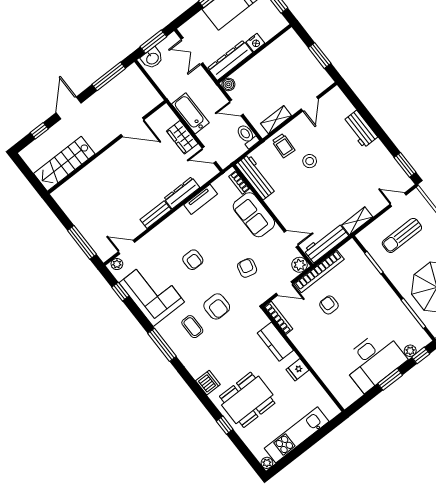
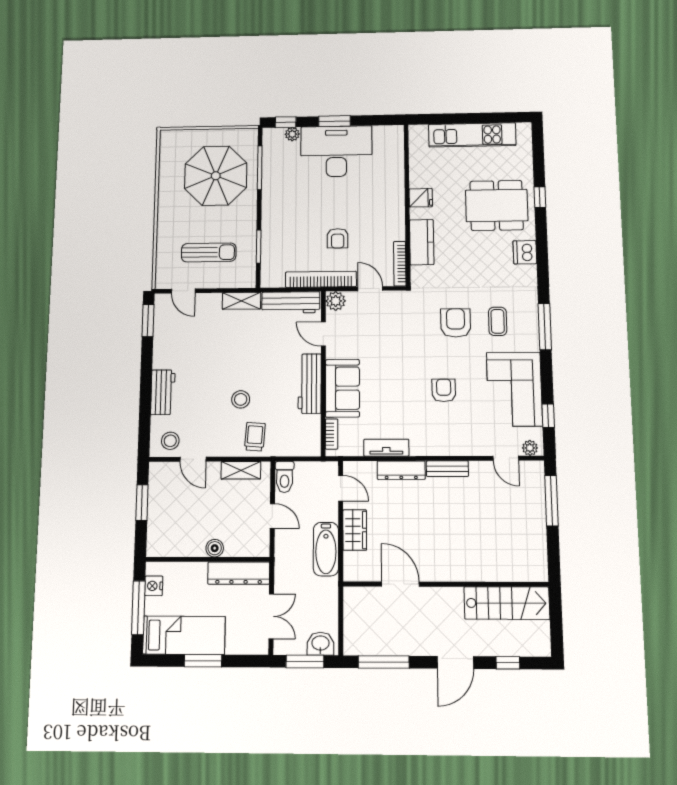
nightstand: (255, 43) -> (154, 586), moved, turned -90
boiler: (228, 84) -> (215, 548), moved
door: (310, 104) -> (193, 459), swing flipped
stool: (332, 104) -> (170, 441), added
workbench: (256, 177) -> (310, 384), moved
armchair: (247, 268) -> (393, 339), removed
plant: (267, 463) -> (524, 129), removed

